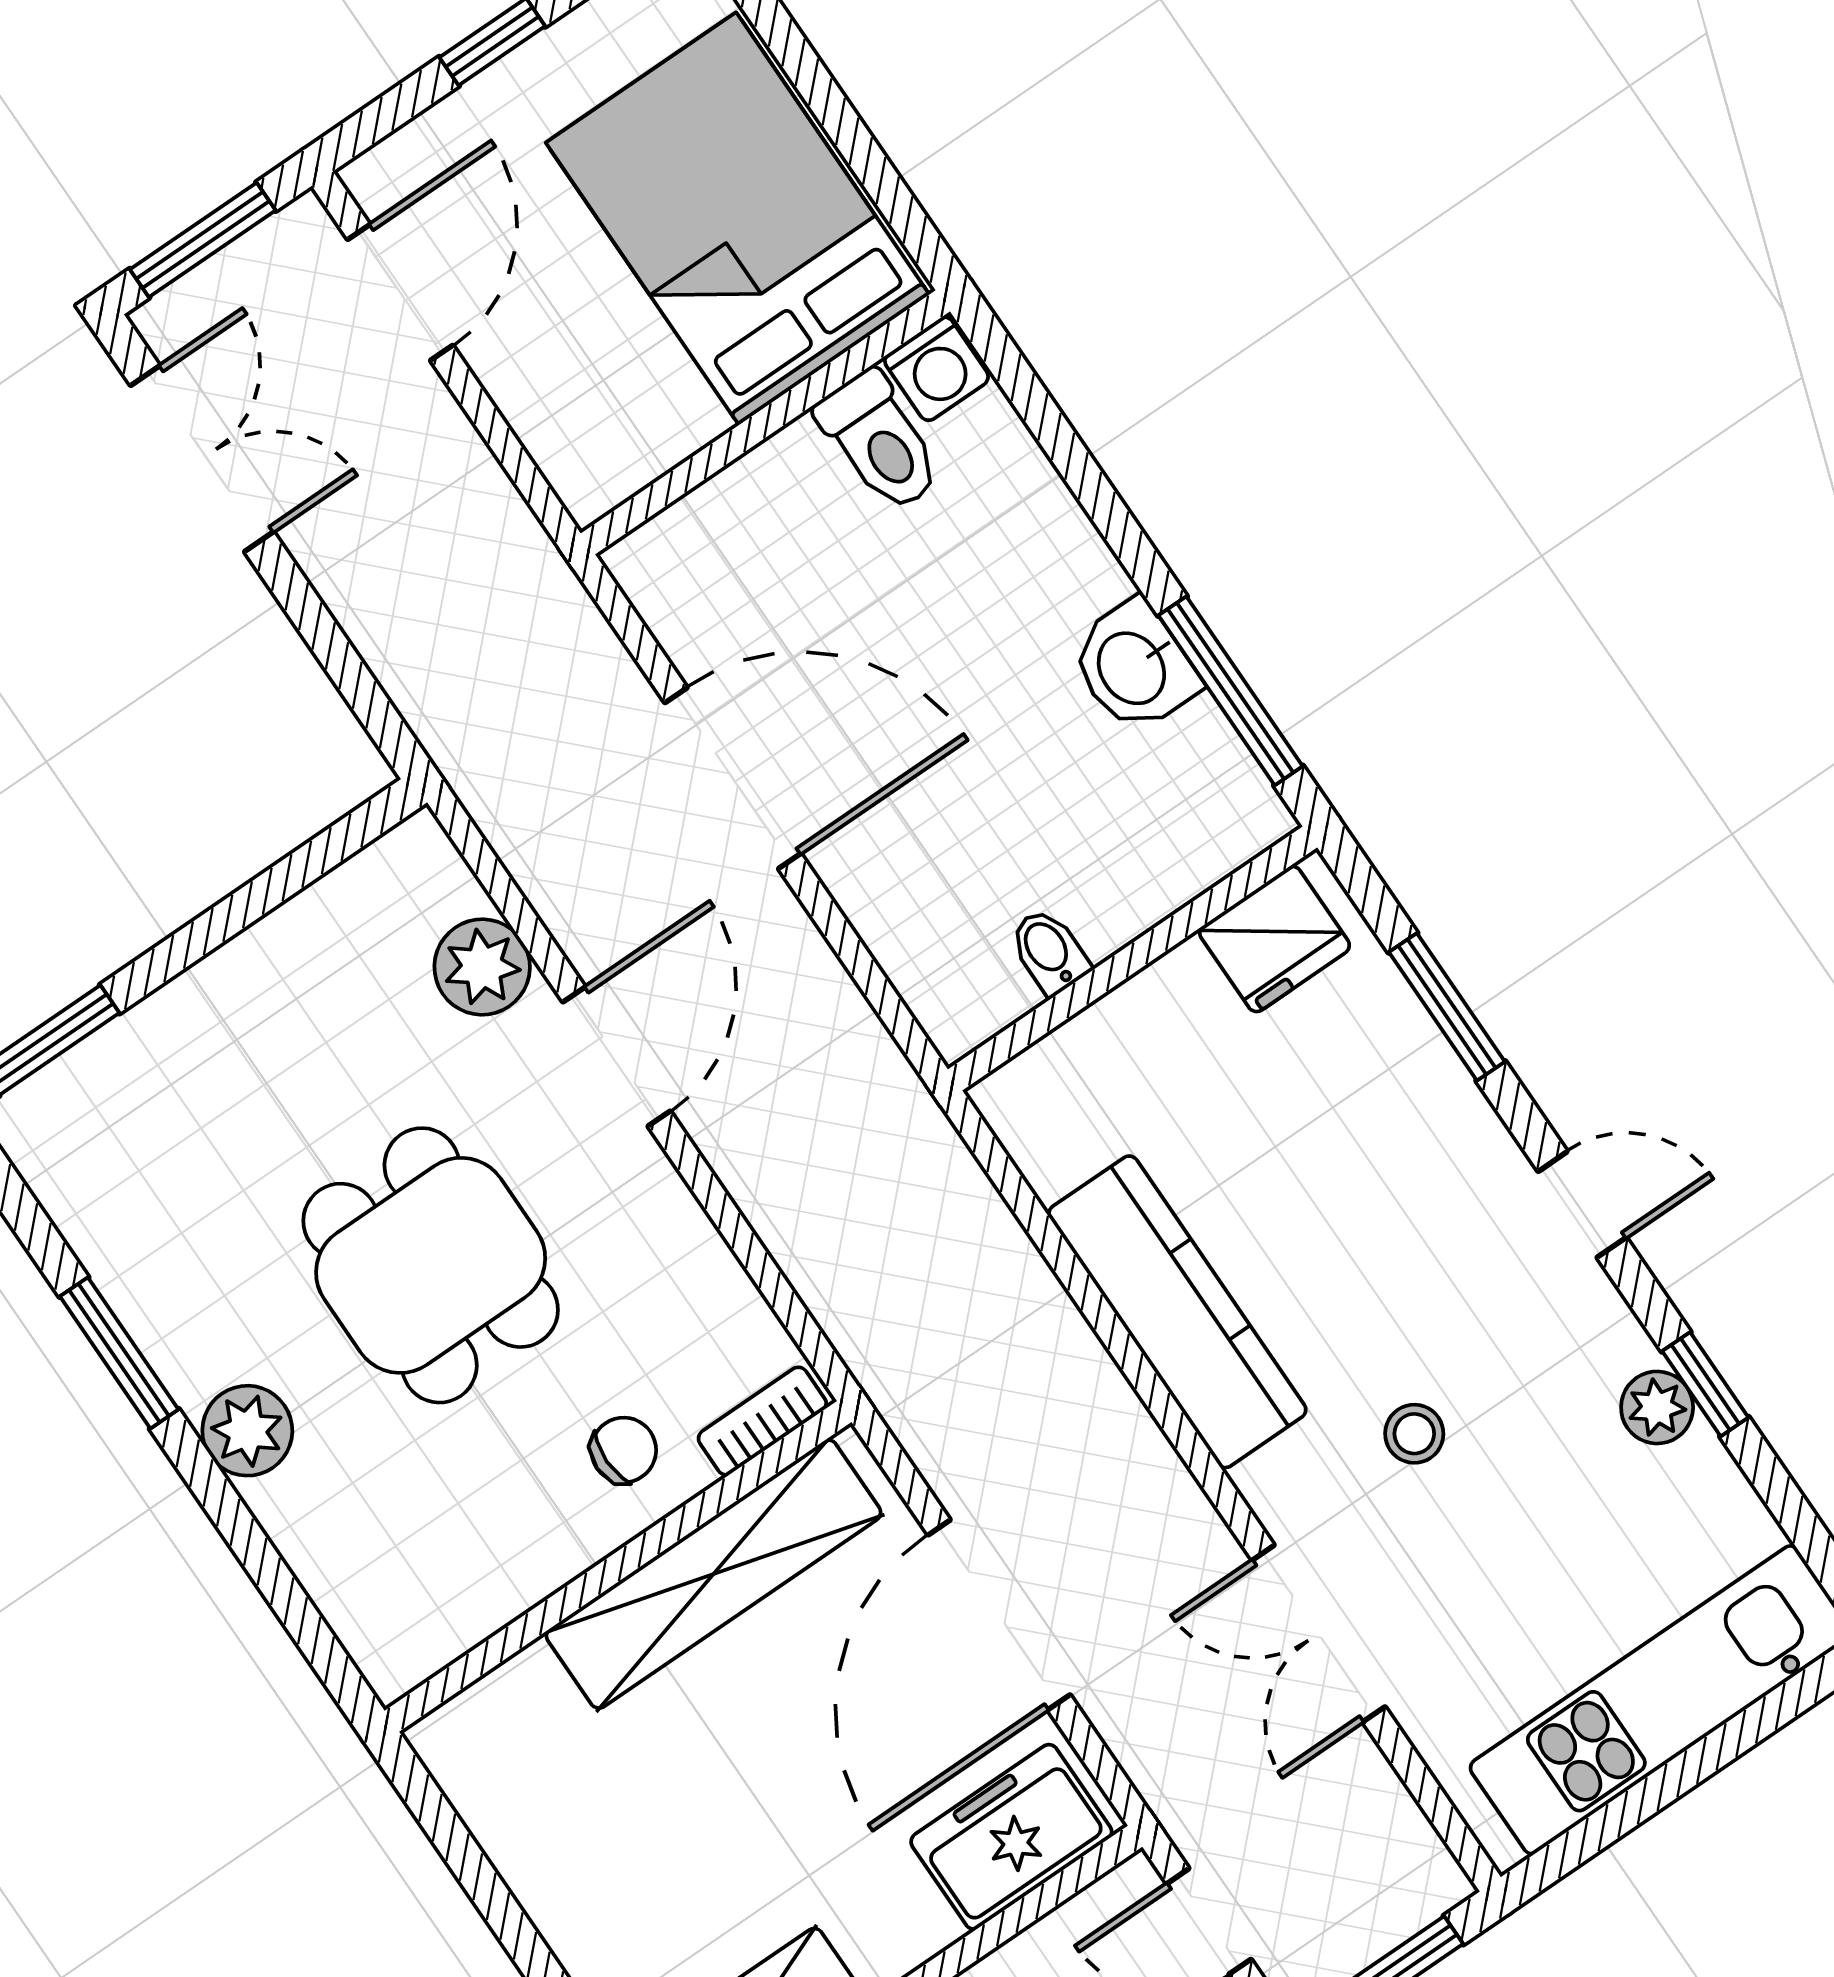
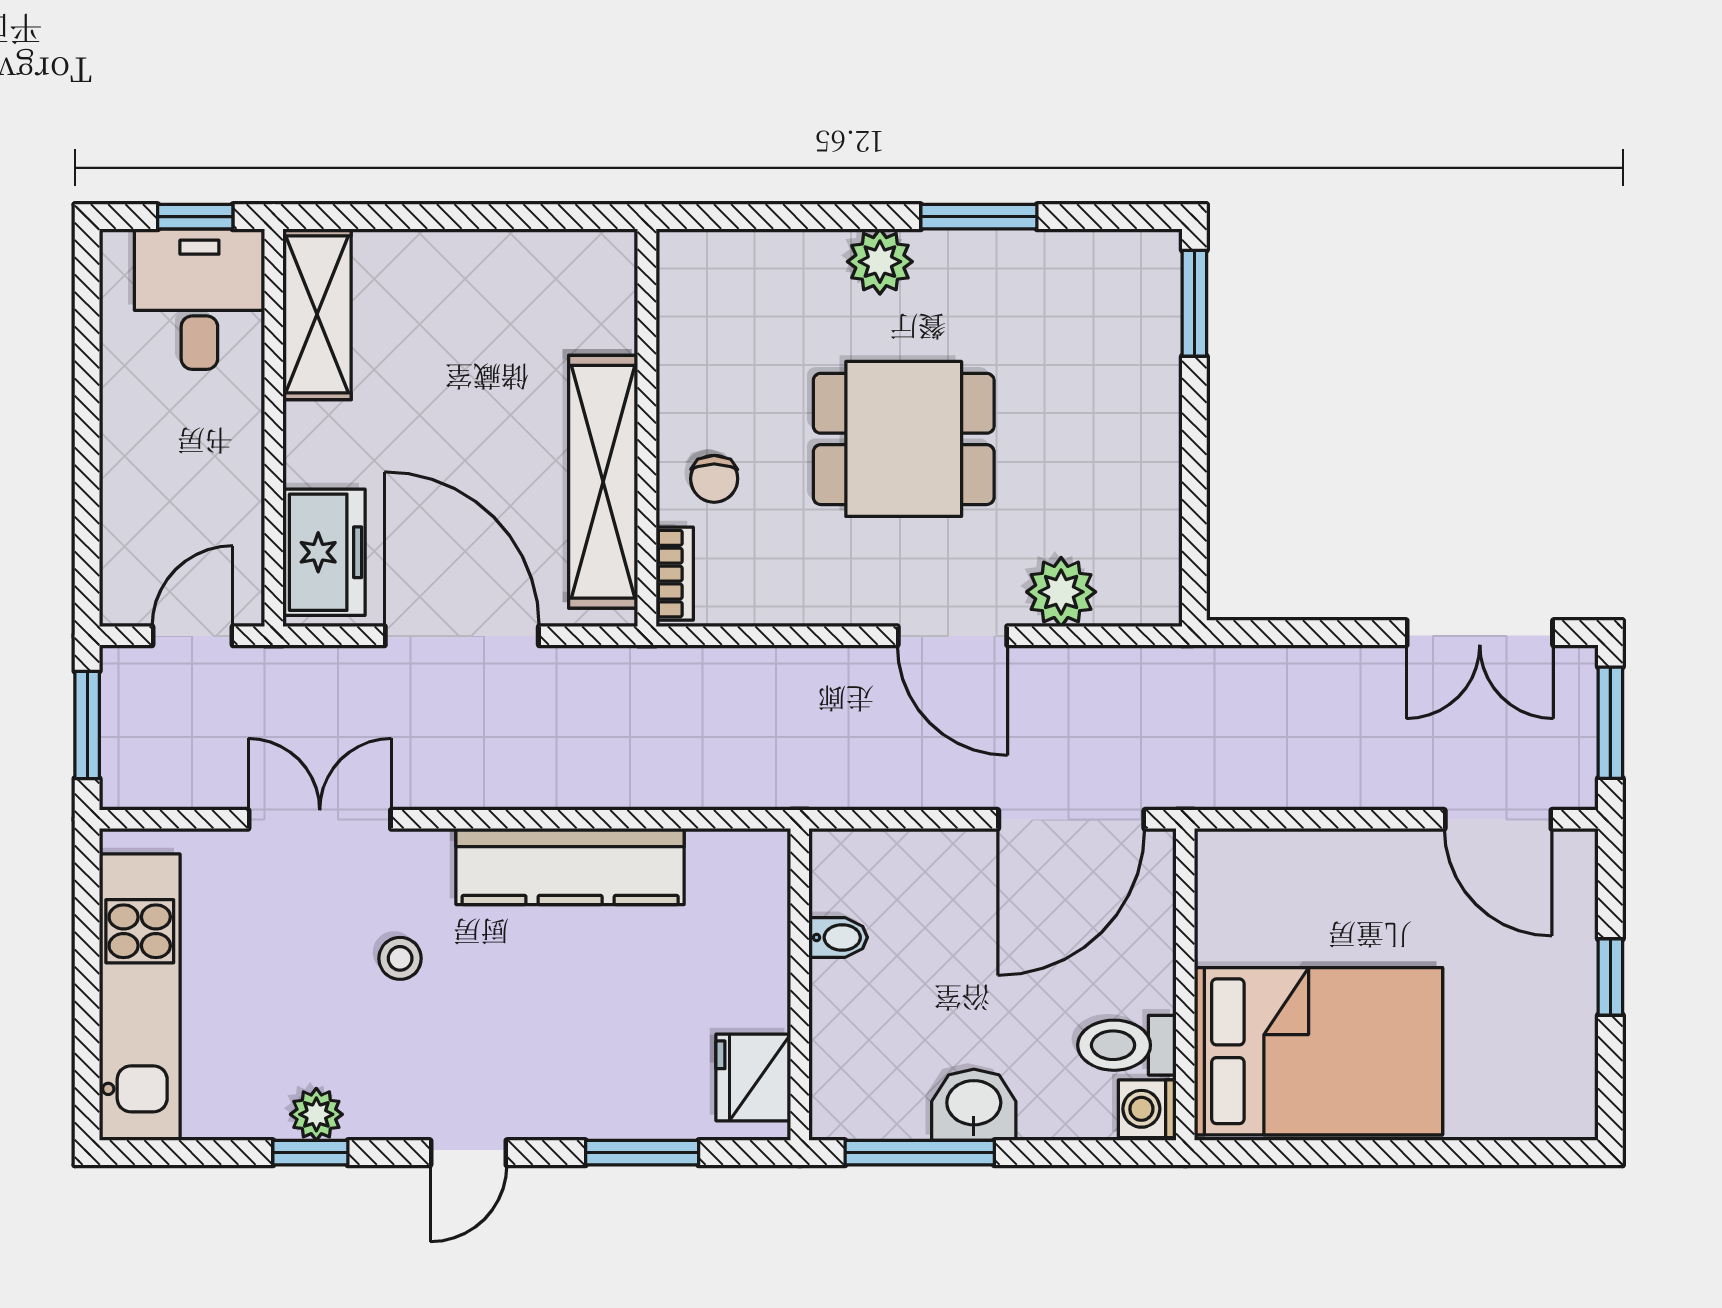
bed: (738, 219) -> (1318, 1051), moved
washing machine: (936, 369) -> (1147, 1109), moved
wall: (765, 422) -> (1185, 984), moved
toilet: (880, 441) -> (1127, 1045), moved

